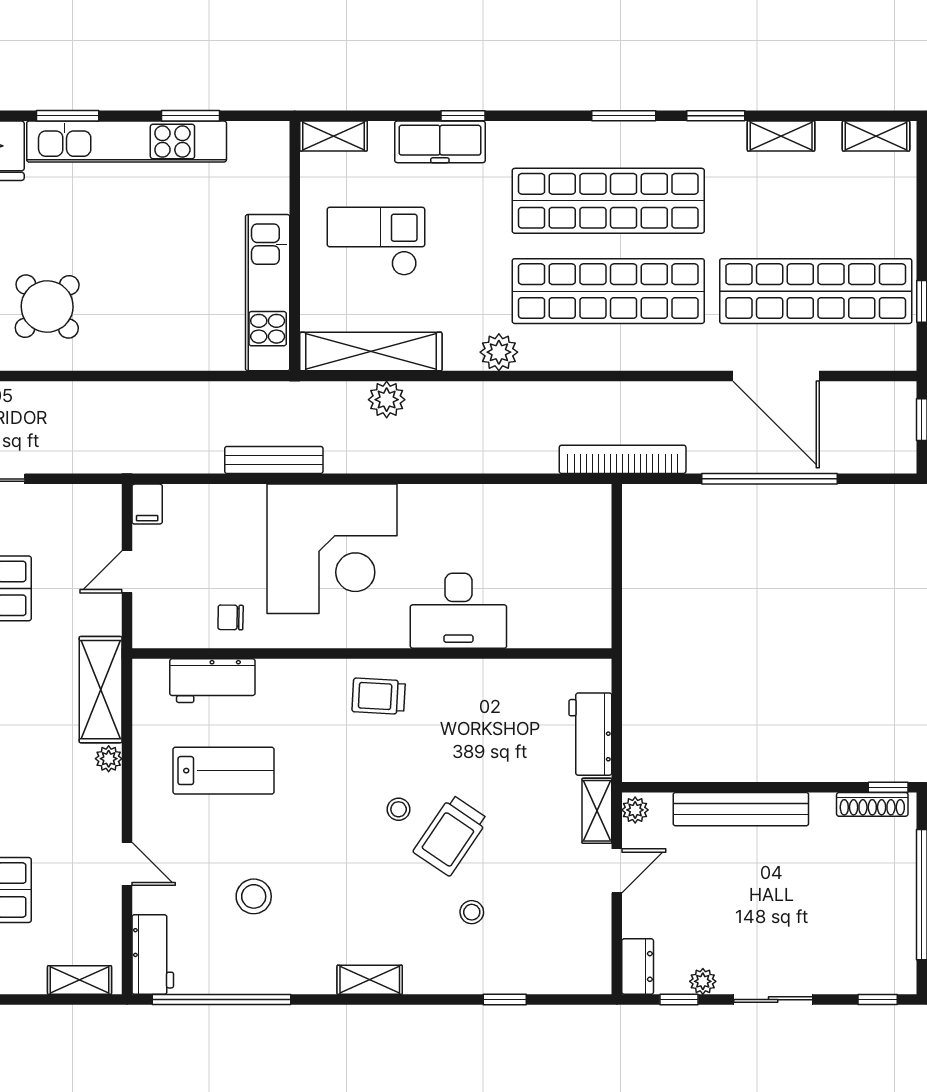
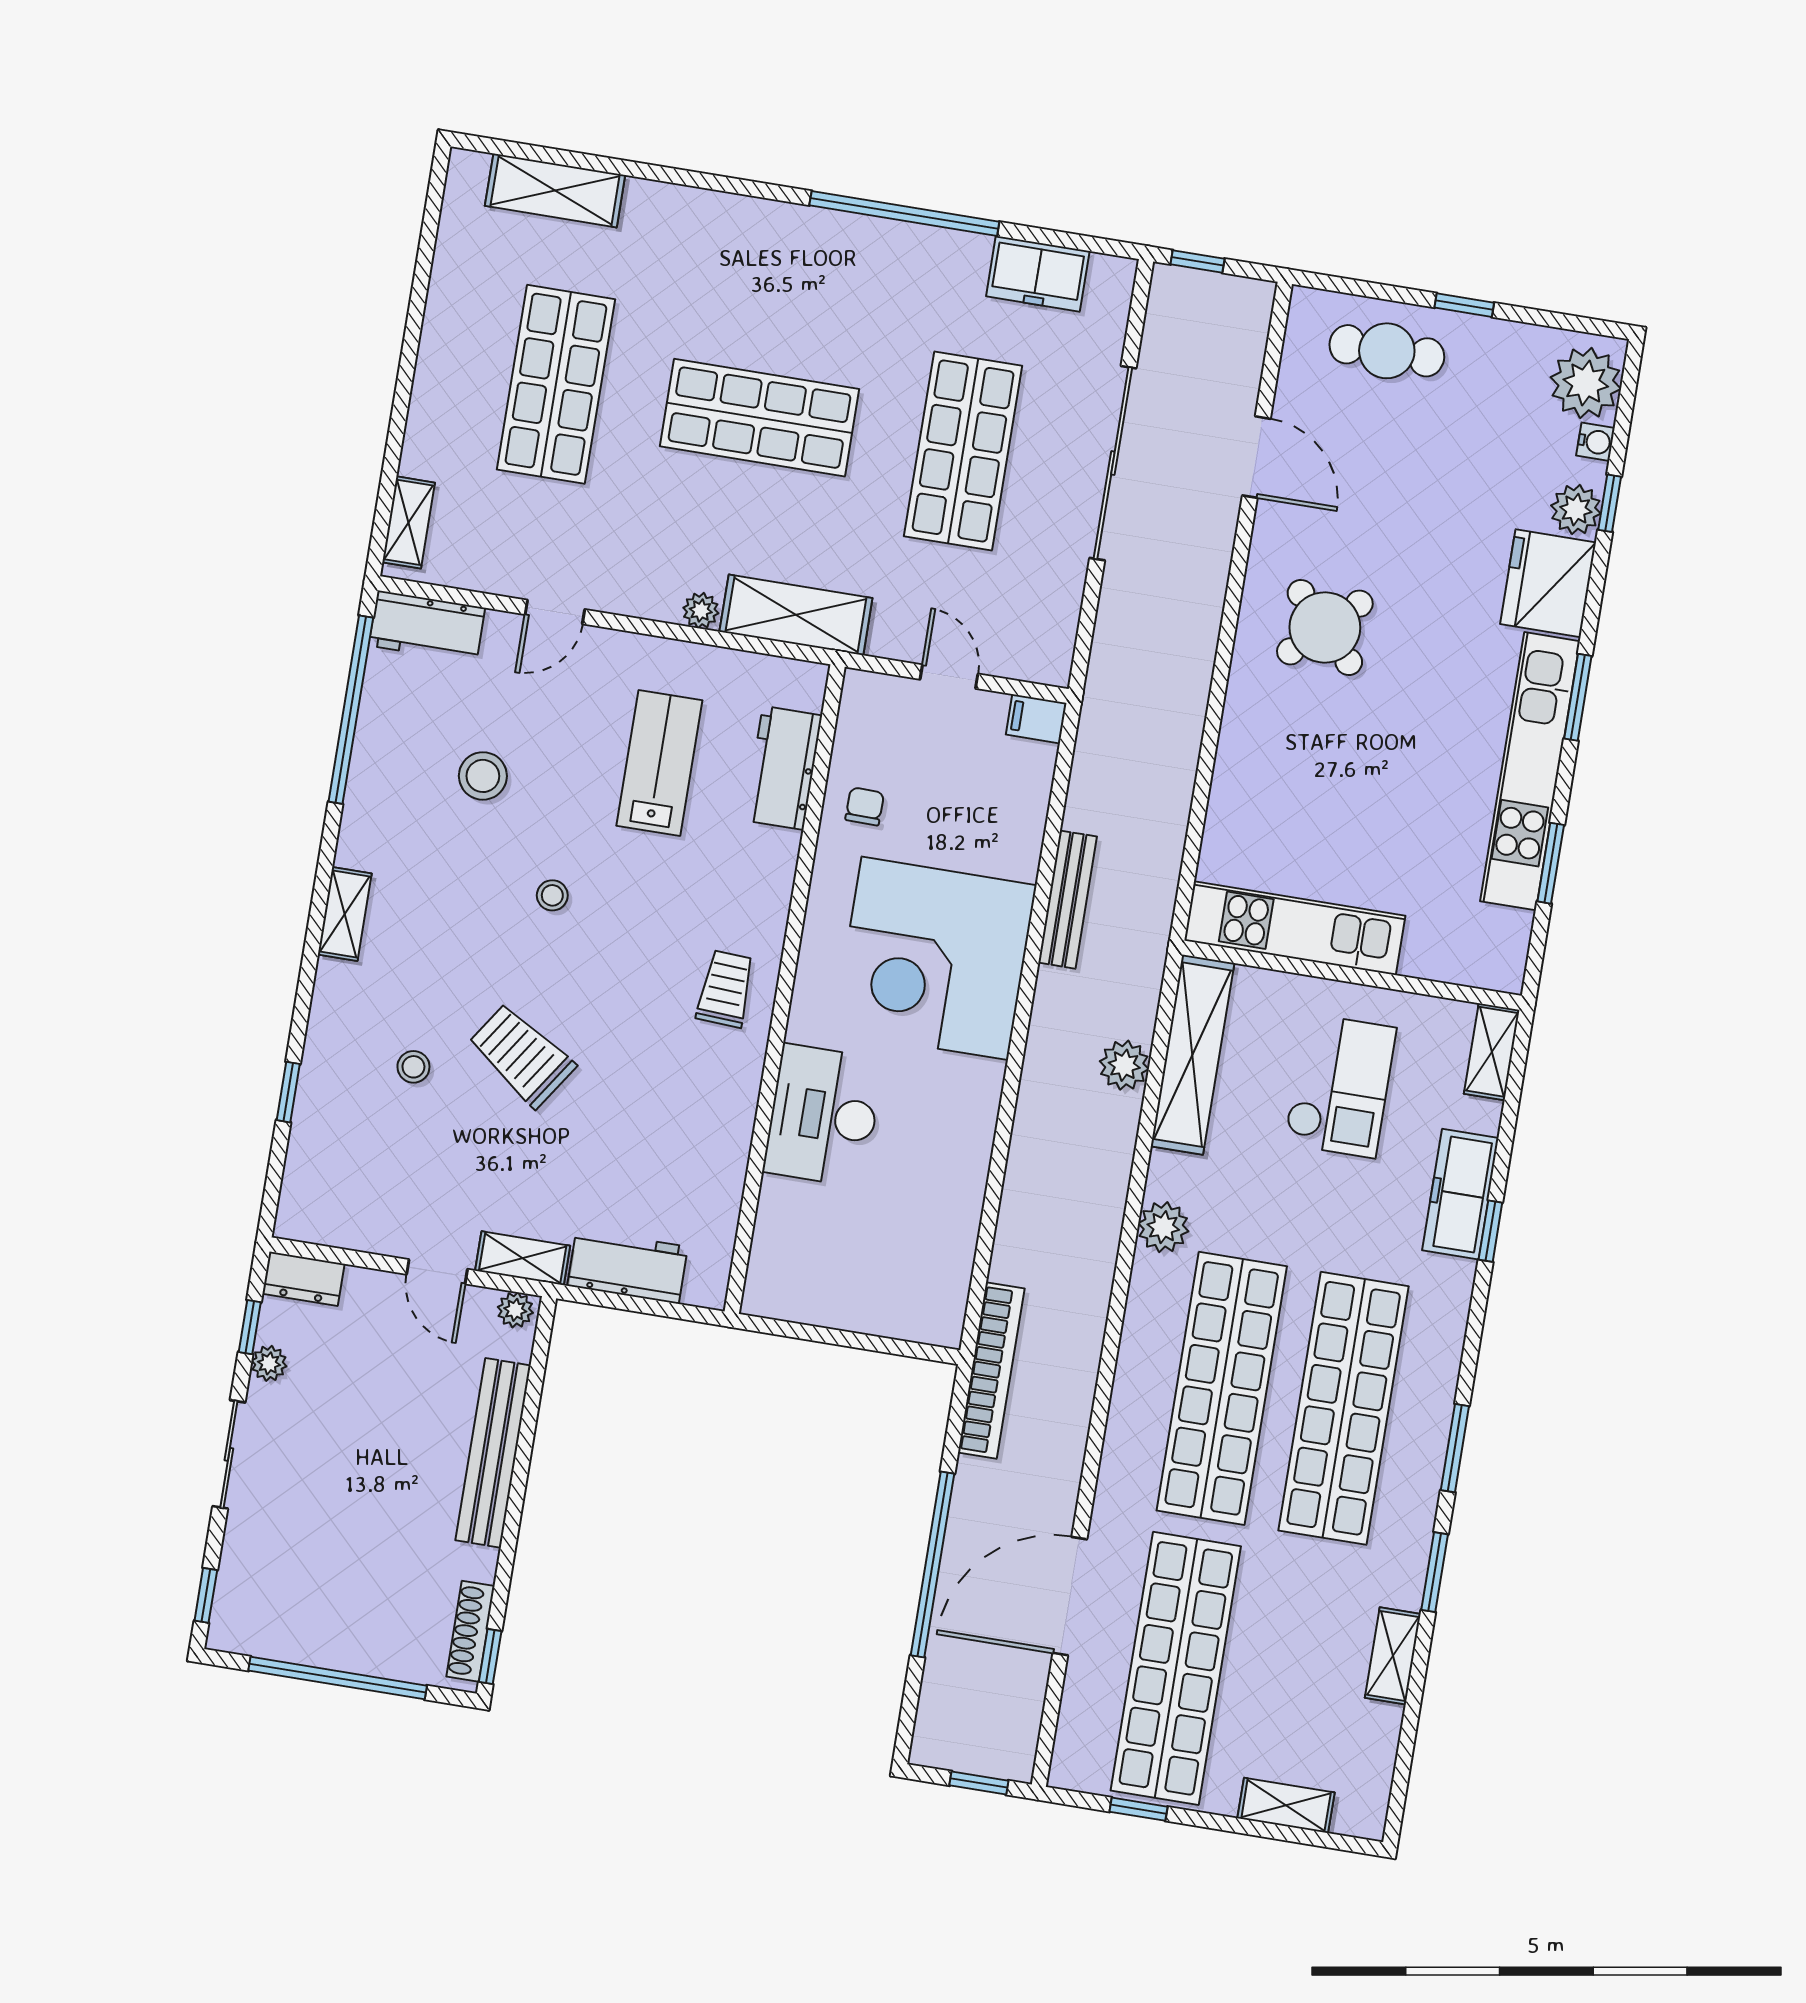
shelving: (876, 136) -> (1286, 1805), moved, turned 90
lab bench: (224, 771) -> (659, 763), turned 180
stool: (399, 809) -> (552, 895), moved

